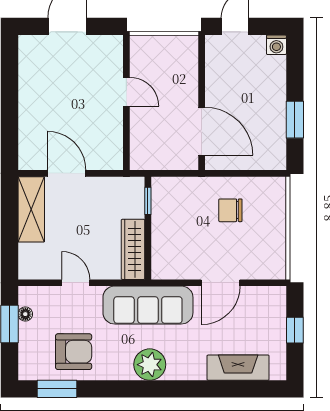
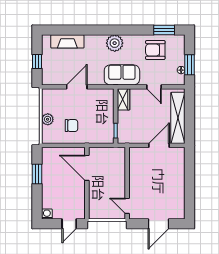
door: (126, 92) -> (127, 206), moved
door: (67, 173) -> (159, 145), swing flipped
shelving: (31, 209) -> (178, 118), width x1.47
plant: (275, 222) -> (48, 119), added
wardrobe: (133, 249) -> (124, 99), width x0.67
sofa: (148, 305) -> (122, 75), width x0.73

